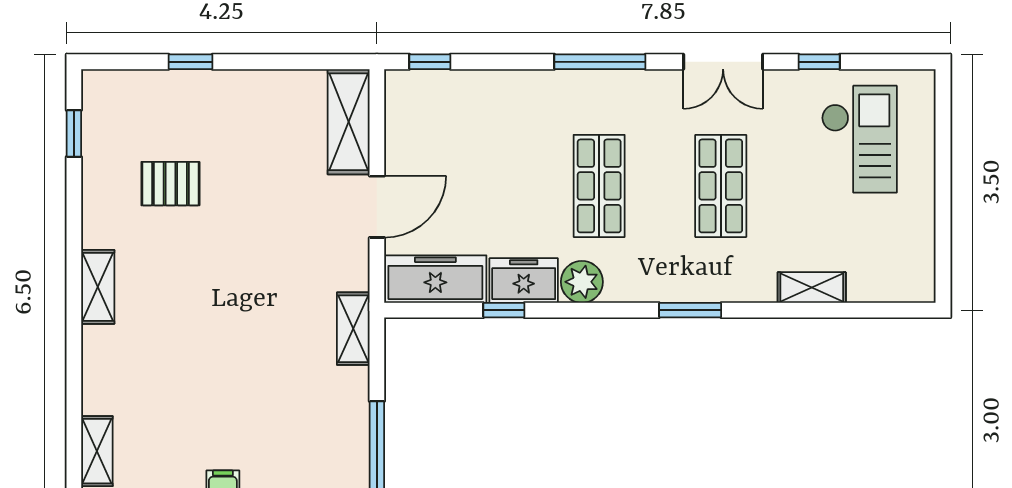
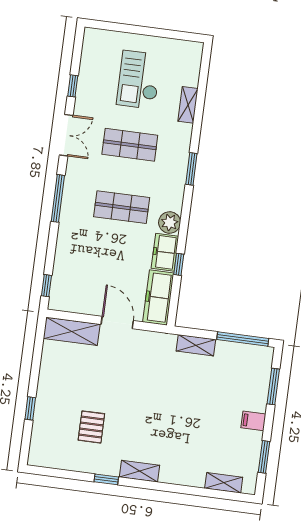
window: (74, 134) -> (106, 479), moved
checkout: (859, 139) -> (139, 80), moved, turned -90
shelving: (353, 329) -> (196, 345), moved

